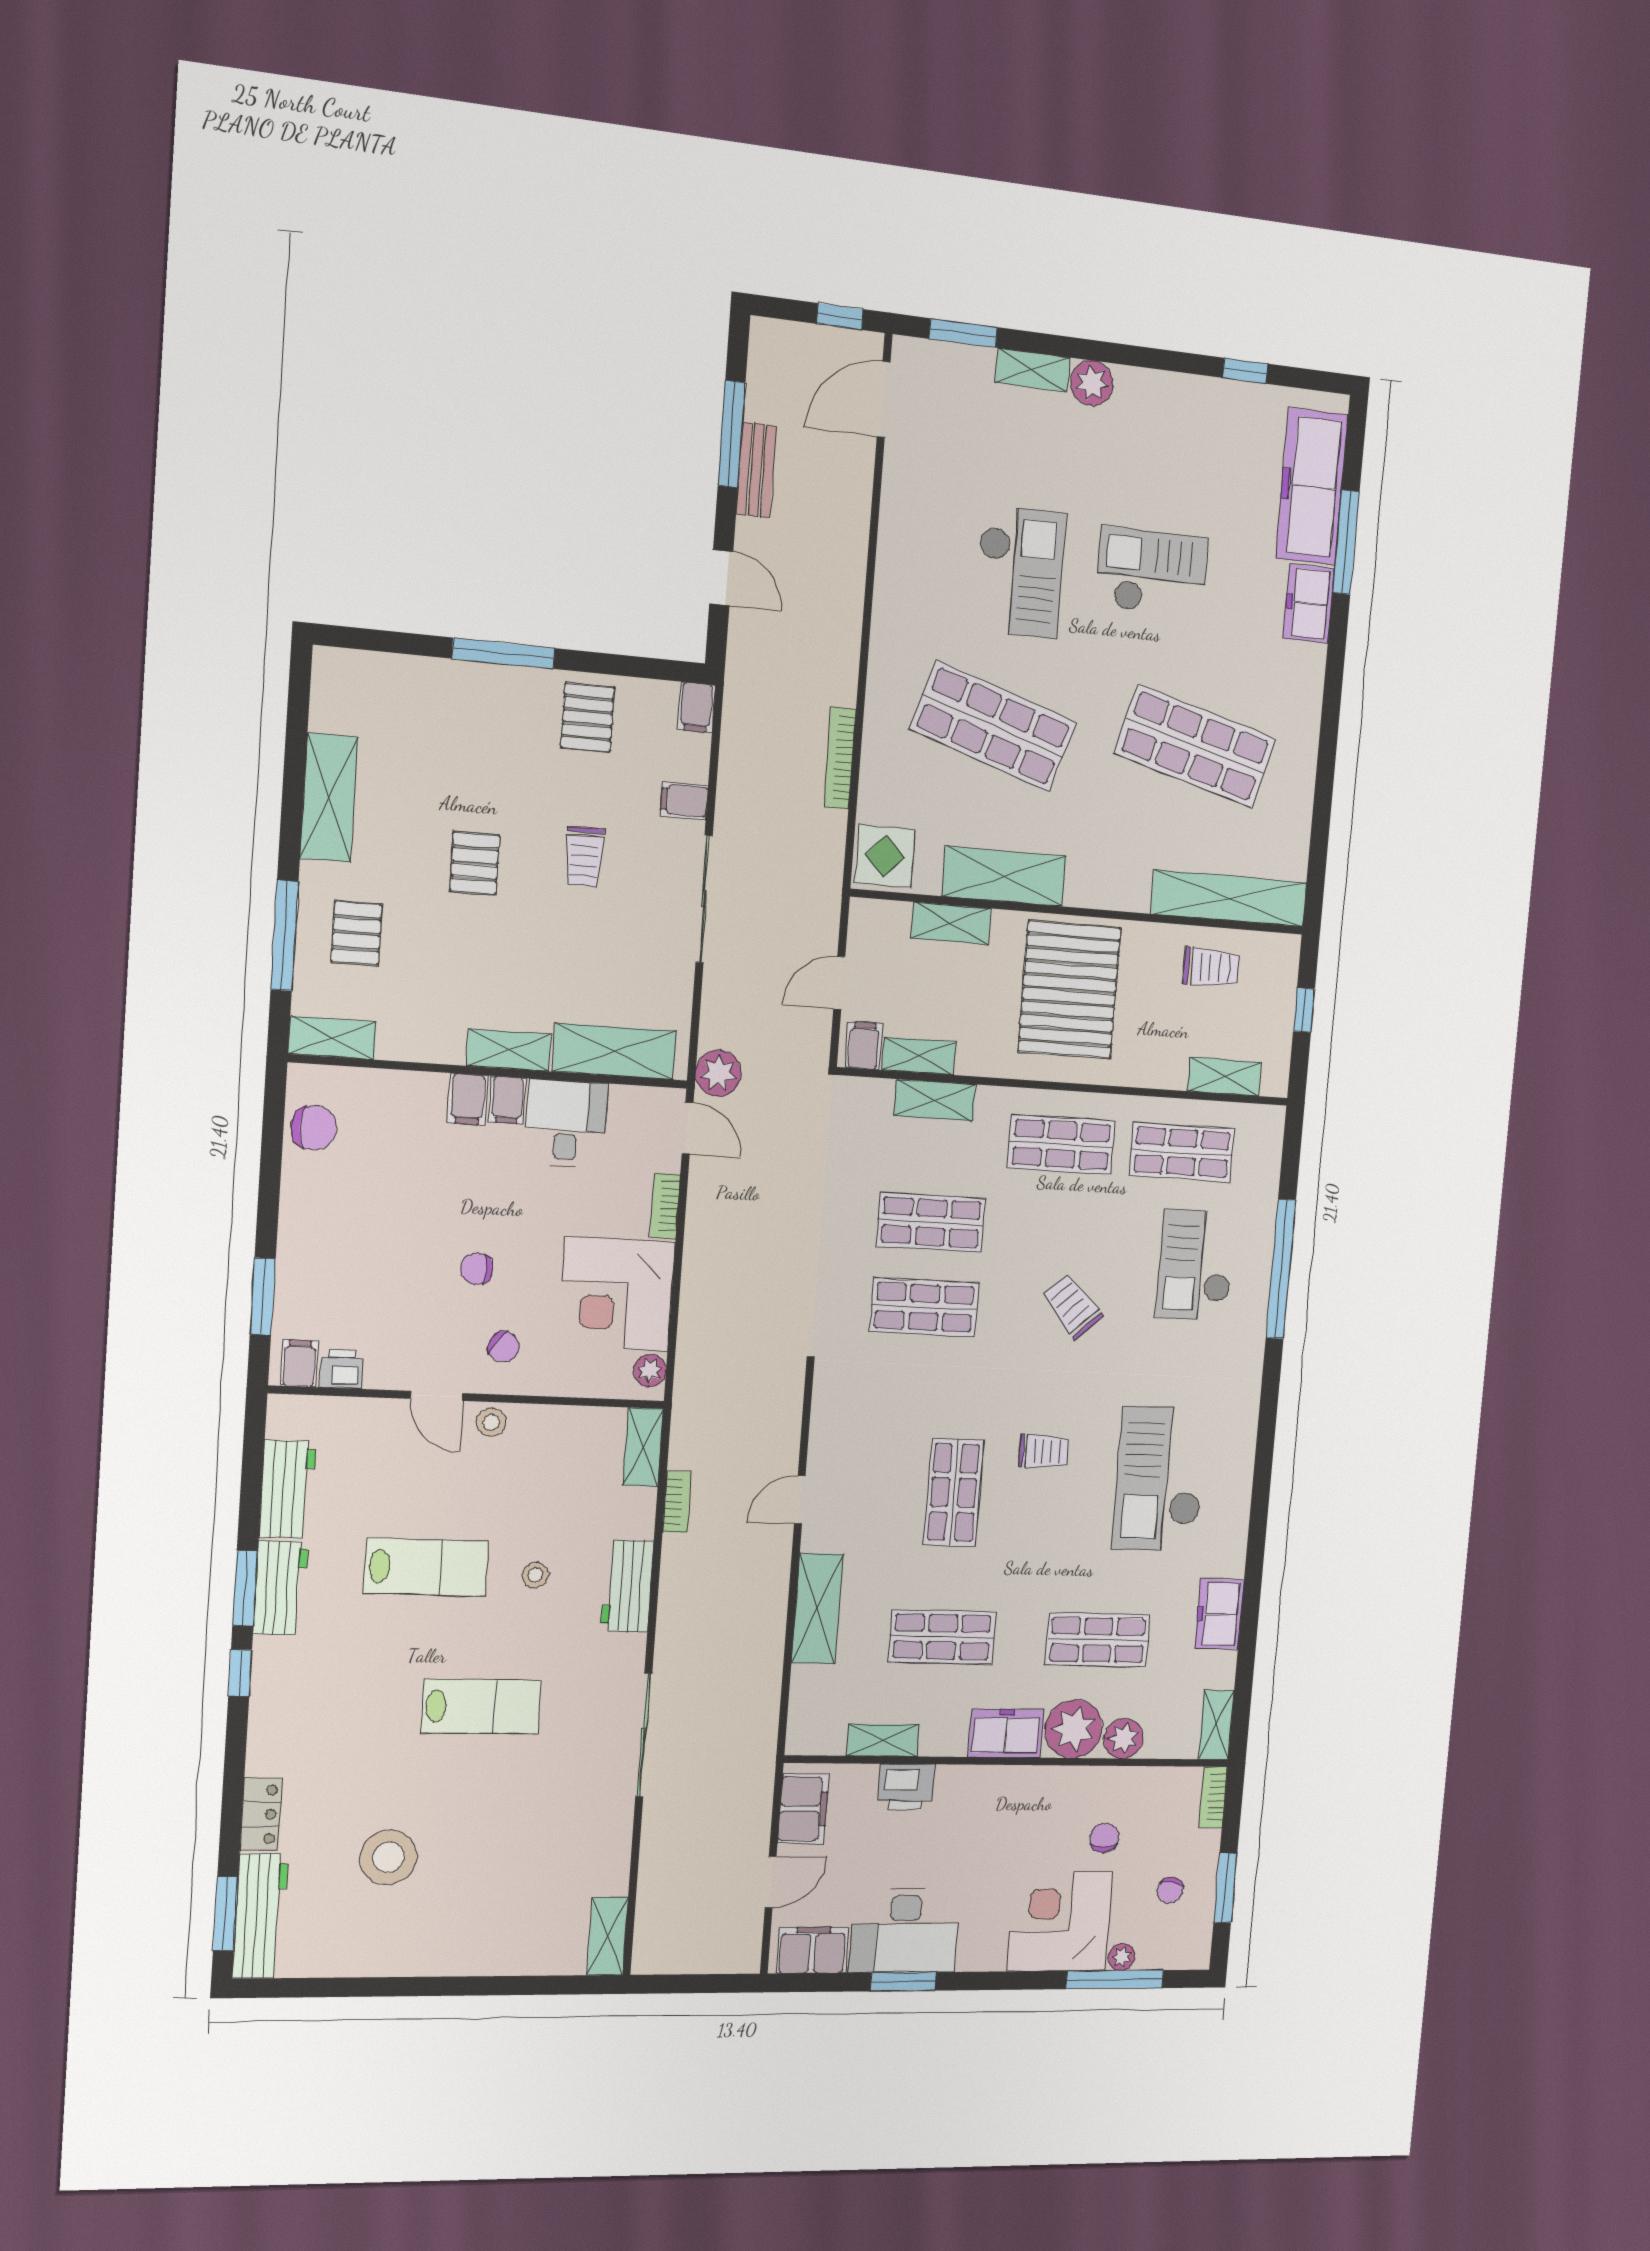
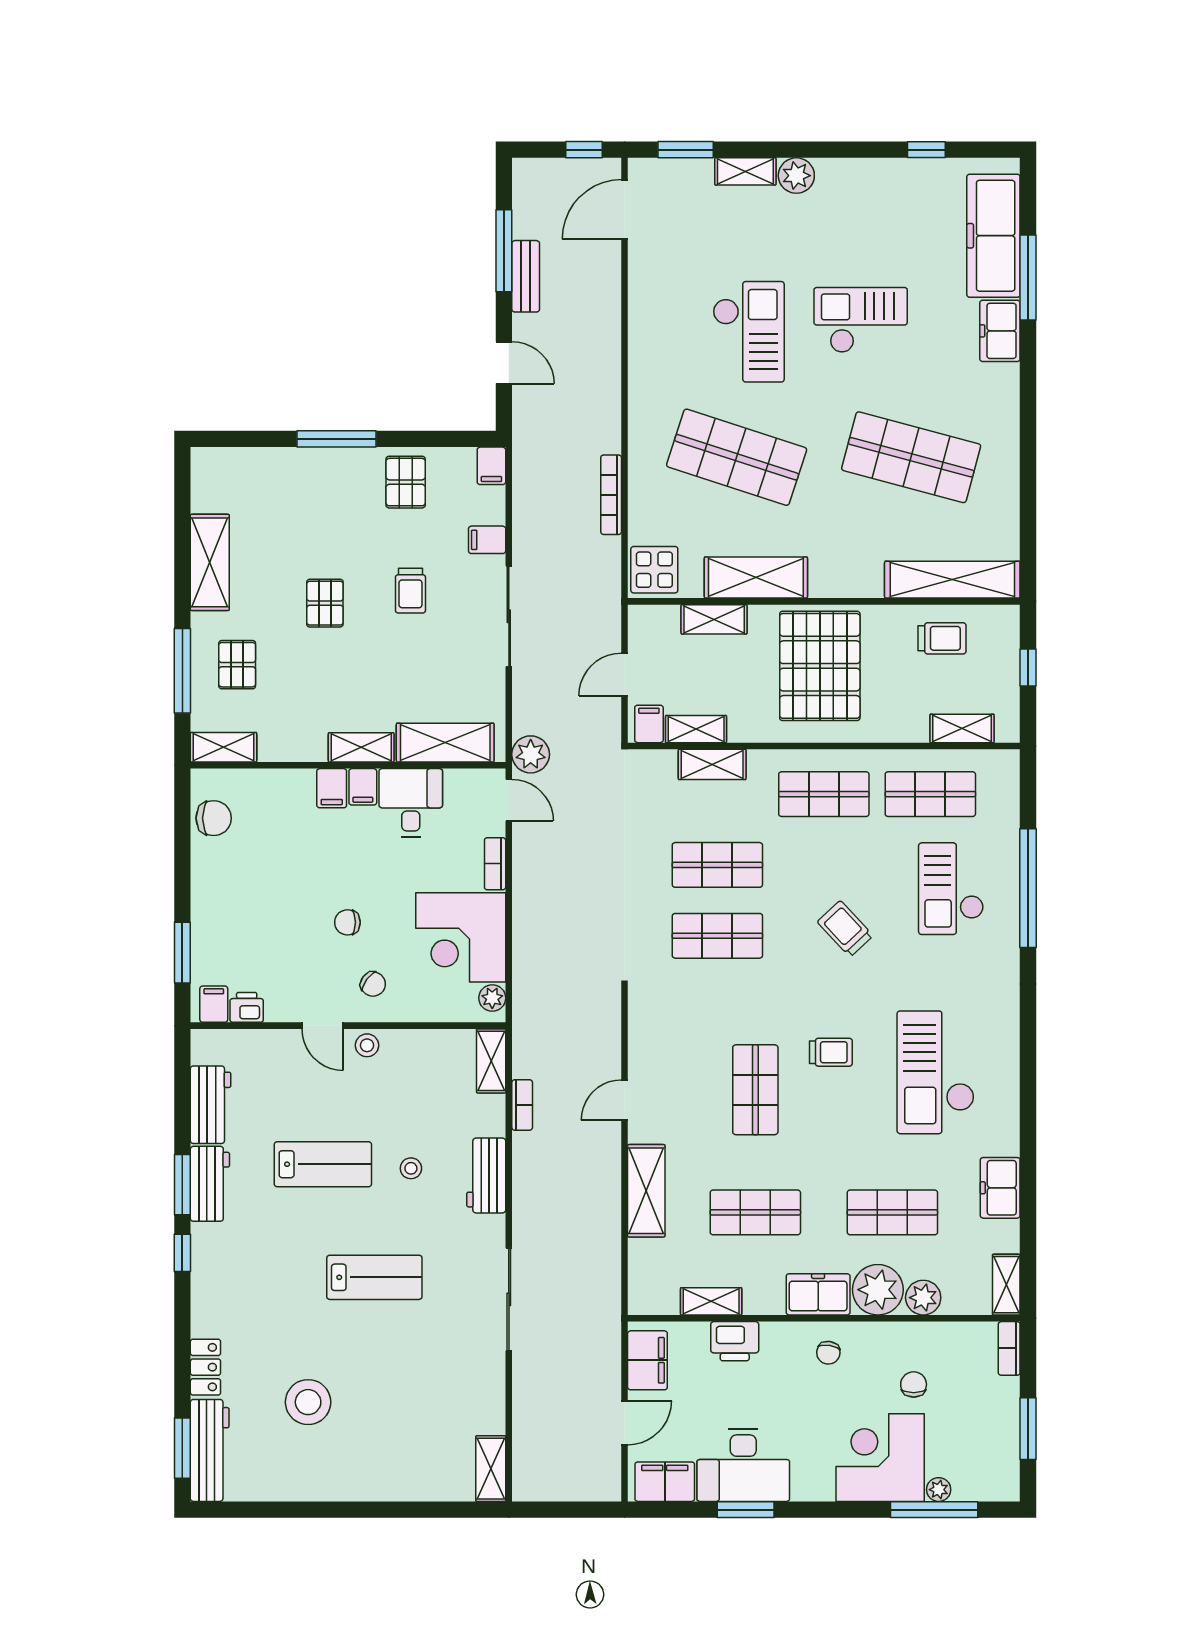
chair: (1170, 1890) -> (828, 1353), moved

